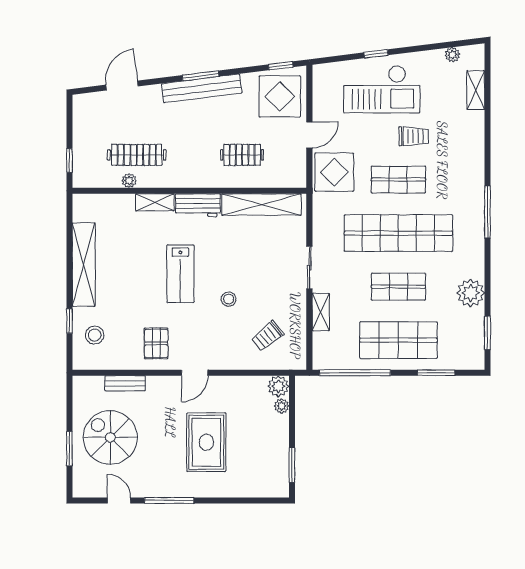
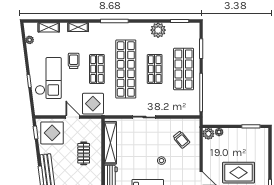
shelving: (321, 312) -> (78, 27), moved

